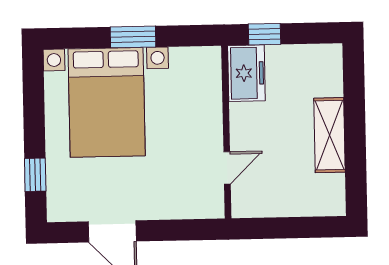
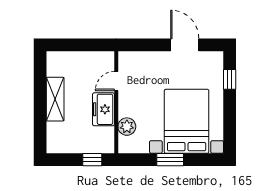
freezer: (246, 73) -> (103, 109), moved
plant: (207, 91) -> (127, 127), added

